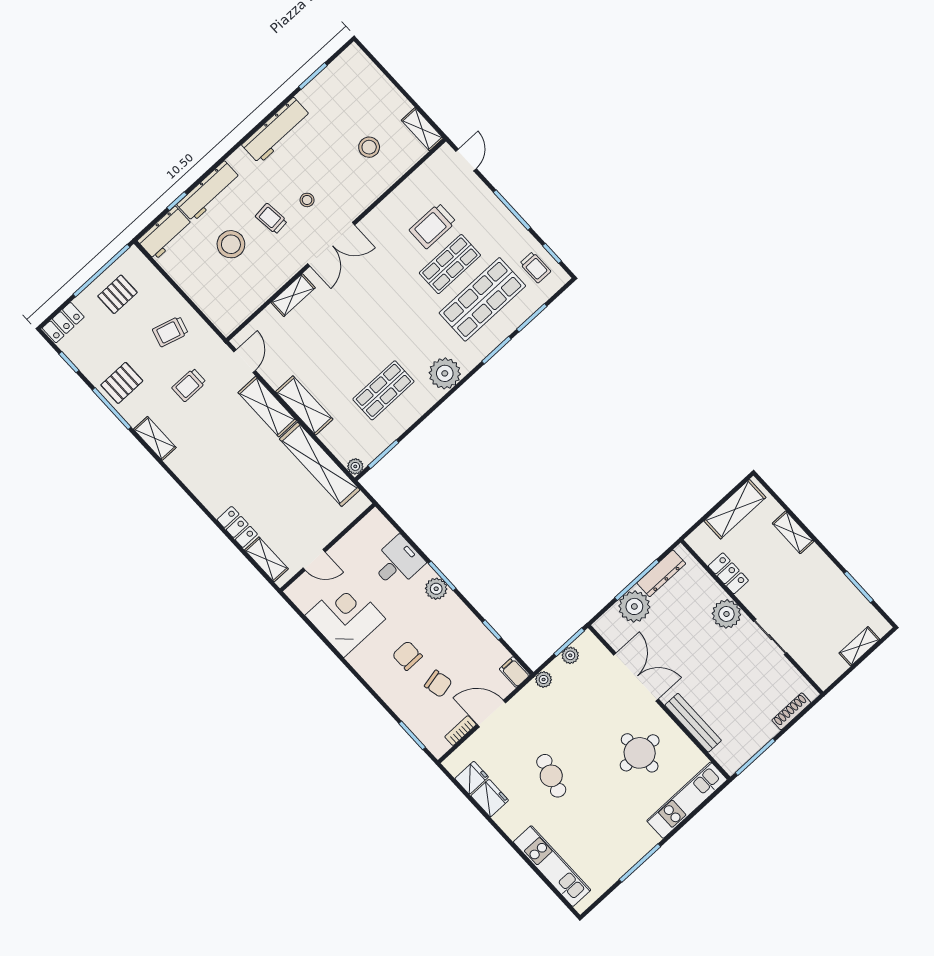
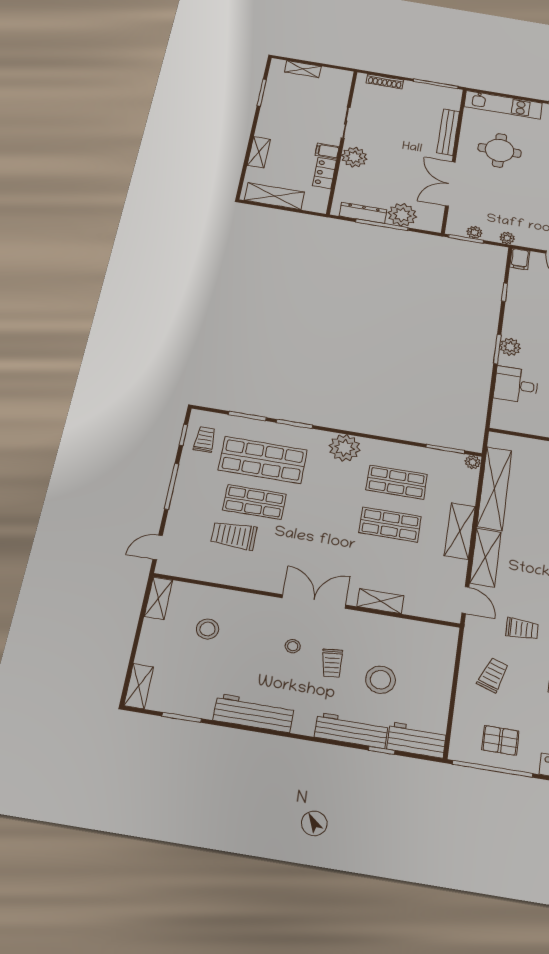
shelving: (361, 63) -> (139, 686), added
trolley: (433, 226) -> (234, 535), turned 180
trolley: (170, 331) -> (493, 675), turned -87
shop shelf: (351, 355) -> (390, 524), added
door: (245, 361) -> (465, 600), swing flipped
filing cabinet: (751, 595) -> (327, 151), added

